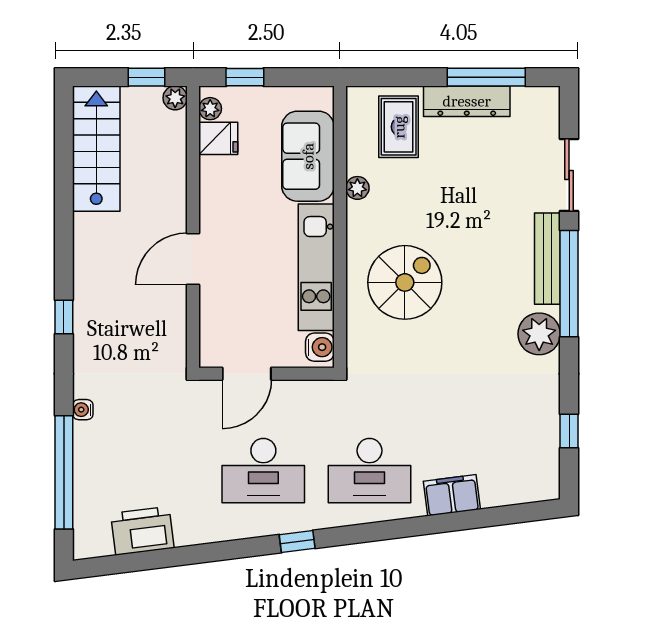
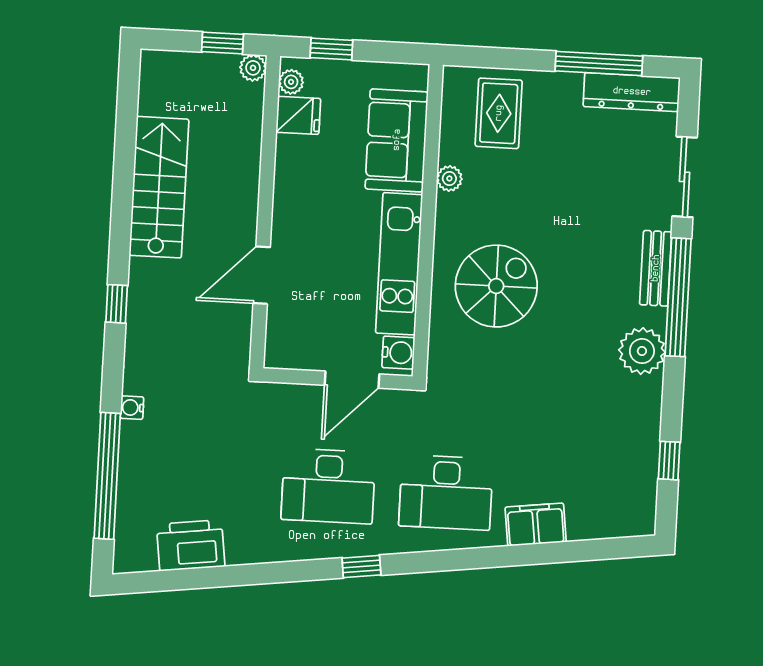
dresser: (467, 101) -> (632, 92), moved
stairs: (96, 149) -> (159, 187), moved
door: (193, 259) -> (262, 275), moved
bench: (547, 259) -> (656, 268), width x0.73
door: (247, 374) -> (352, 380), moved

